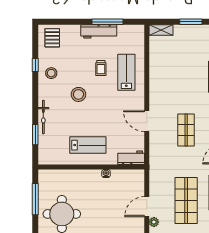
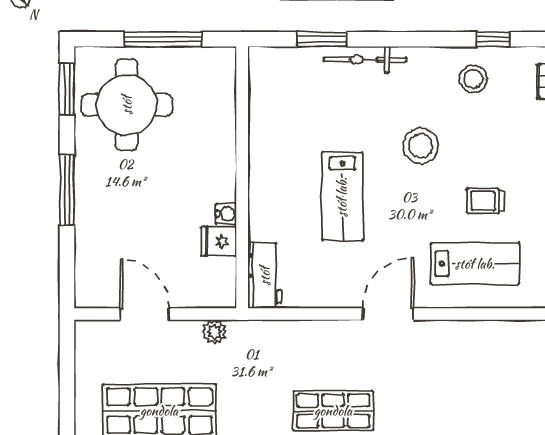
door: (147, 121) -> (388, 314), moved
lab bench: (88, 145) -> (342, 197), moved
fridge: (117, 177) -> (219, 241), added
plant: (154, 222) -> (214, 332), moved

